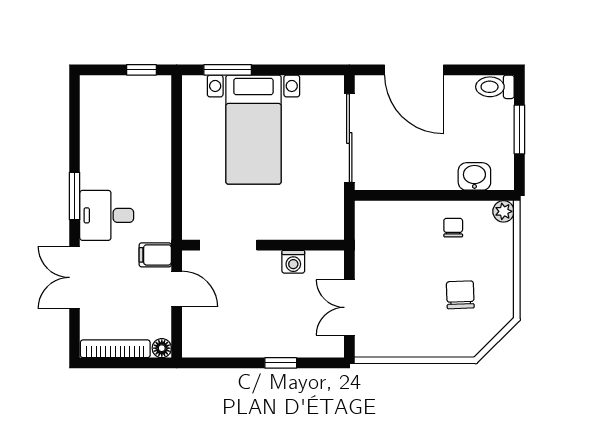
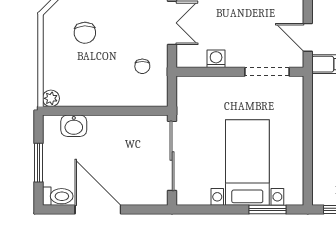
door: (414, 70) -> (98, 210), moved
chair: (453, 228) -> (142, 66), moved

